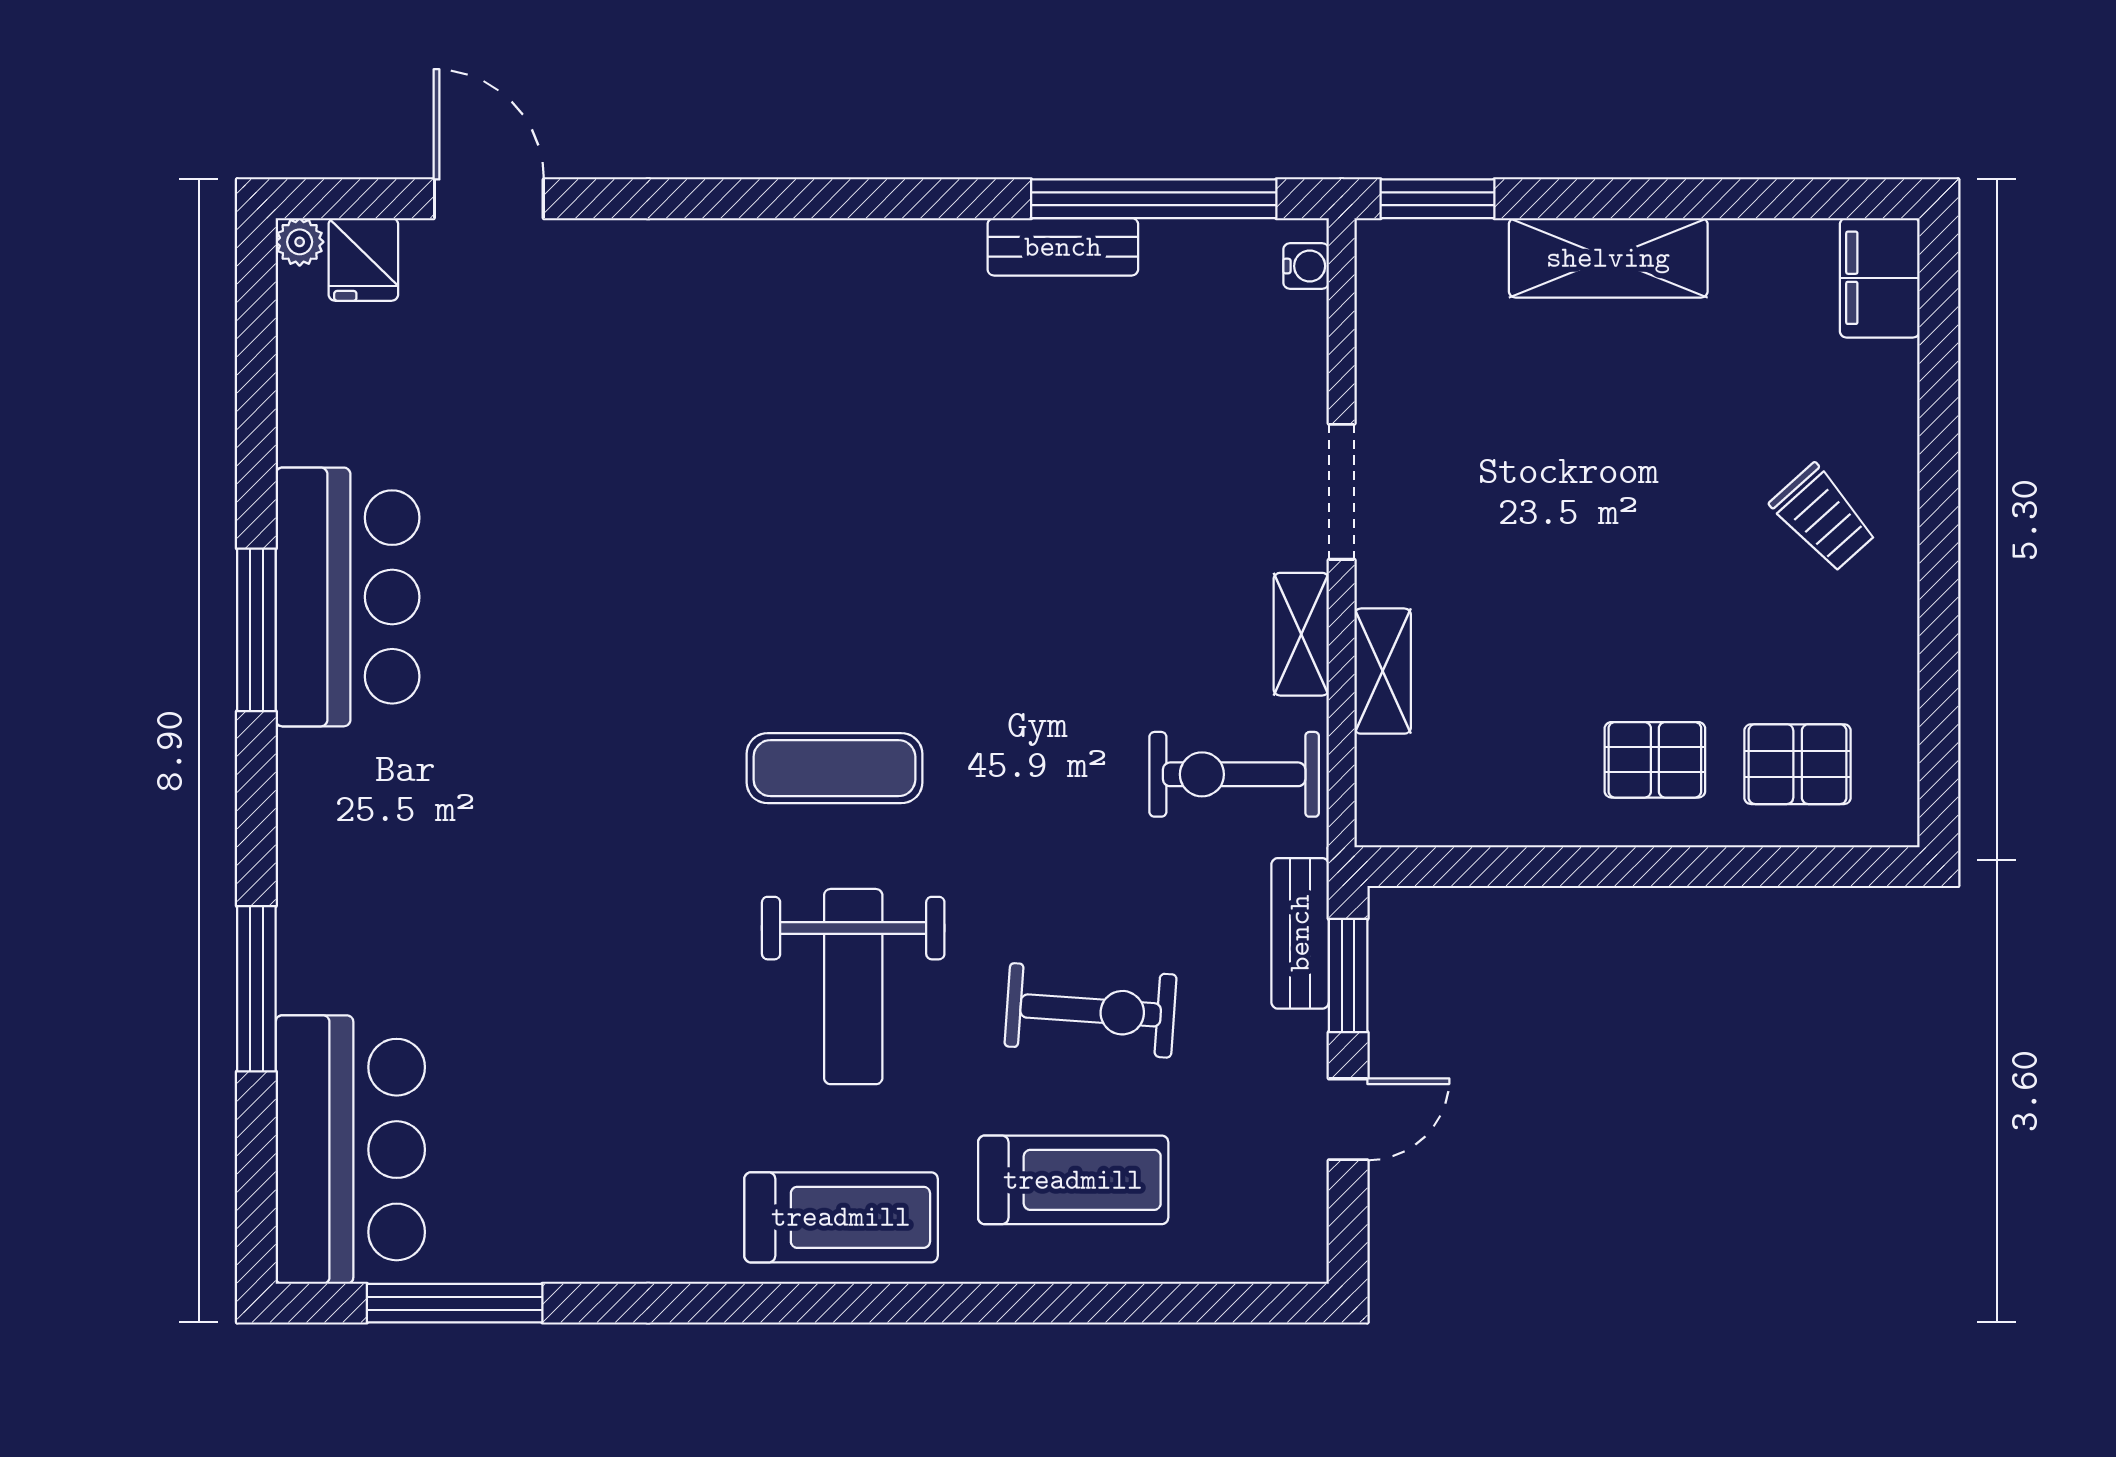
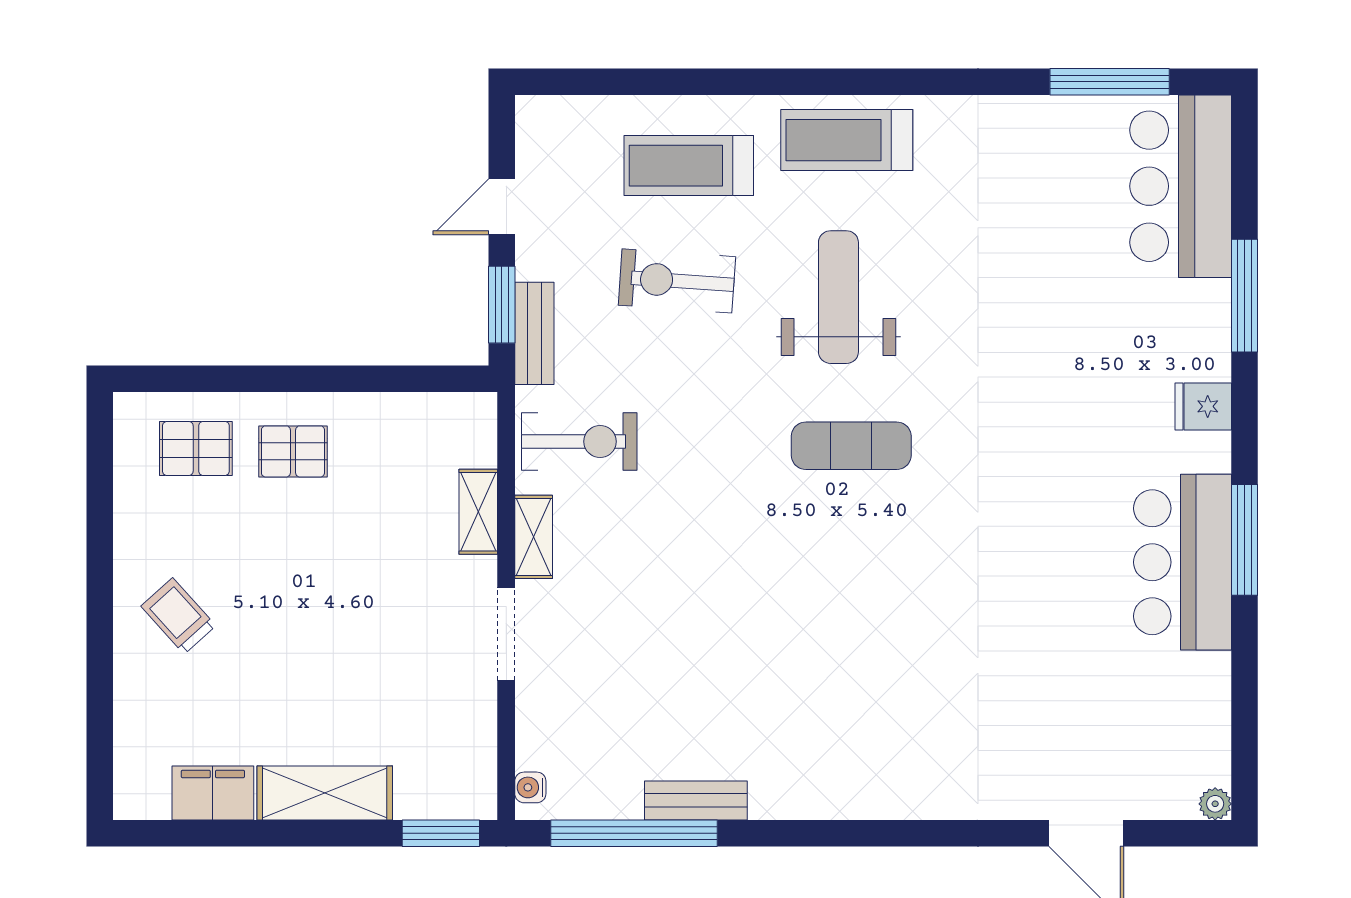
fridge: (363, 259) -> (1203, 406), moved, turned -90
filing cabinet: (1880, 278) -> (213, 793), moved, turned -90

